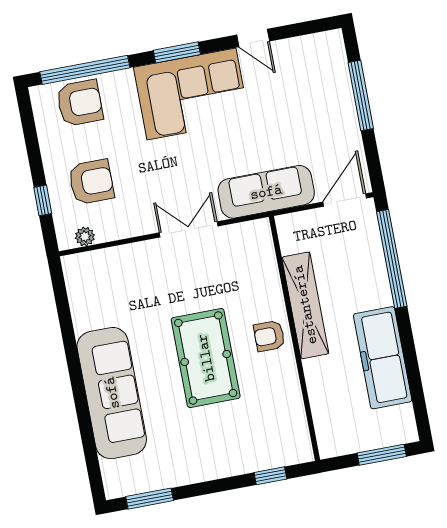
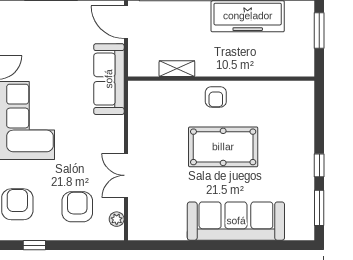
window: (43, 200) -> (34, 245), moved
double door: (189, 229) -> (126, 175), moved
shelving: (305, 305) -> (177, 69), width x0.45, depth x0.75
window: (270, 476) -> (319, 165), moved

